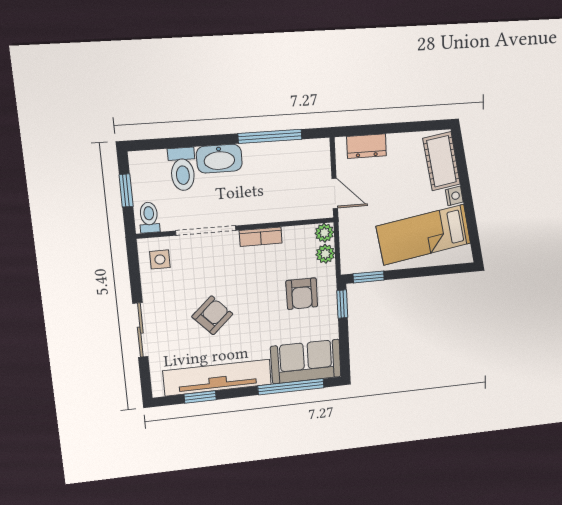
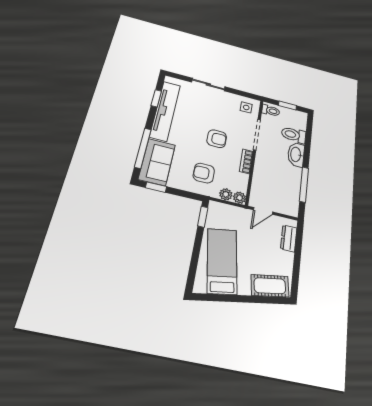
nightstand: (454, 196) -> (244, 289), removed
window: (342, 304) -> (156, 187), moved
armchair: (212, 315) -> (217, 139), moved, turned -47

